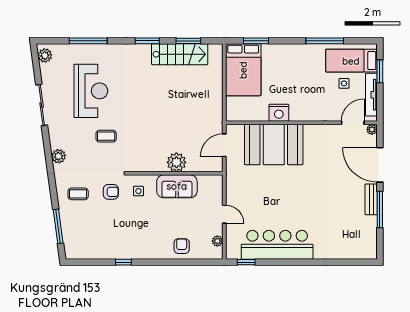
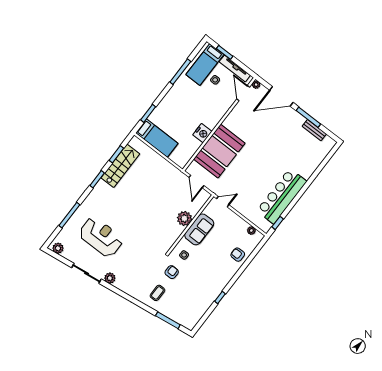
bed: (243, 70) -> (157, 138), width x0.67
coffee table: (106, 136) -> (136, 249), removed
plant: (59, 156) -> (110, 278), moved
bench: (371, 199) -> (314, 130), moved
door: (224, 214) -> (223, 202), moved

